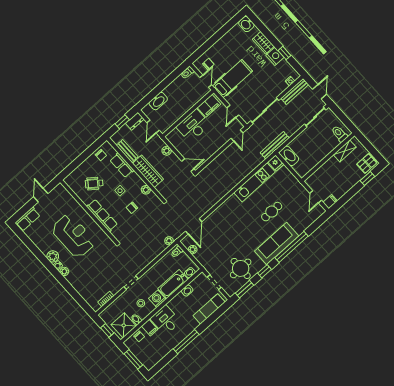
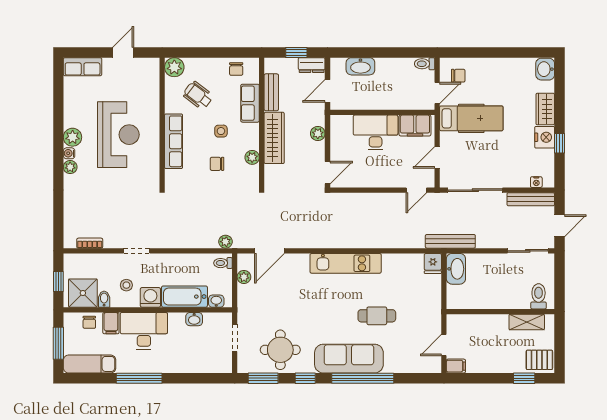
door: (188, 165) -> (328, 173), hinge flipped
plant: (71, 180) -> (174, 67), added
kitchen unit: (254, 182) -> (346, 263), moved
exam couch: (209, 309) -> (90, 364), moved
desk: (165, 320) -> (144, 331), width x1.37

